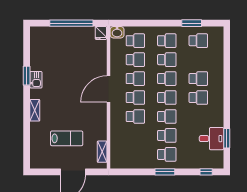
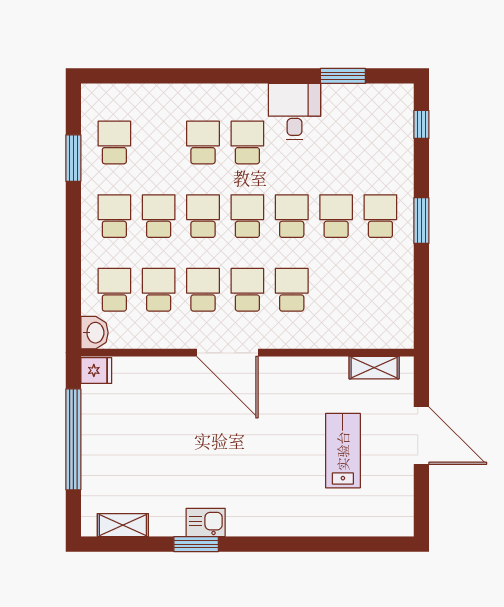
shelving: (35, 110) -> (123, 525), moved
desk: (211, 139) -> (294, 112), moved

